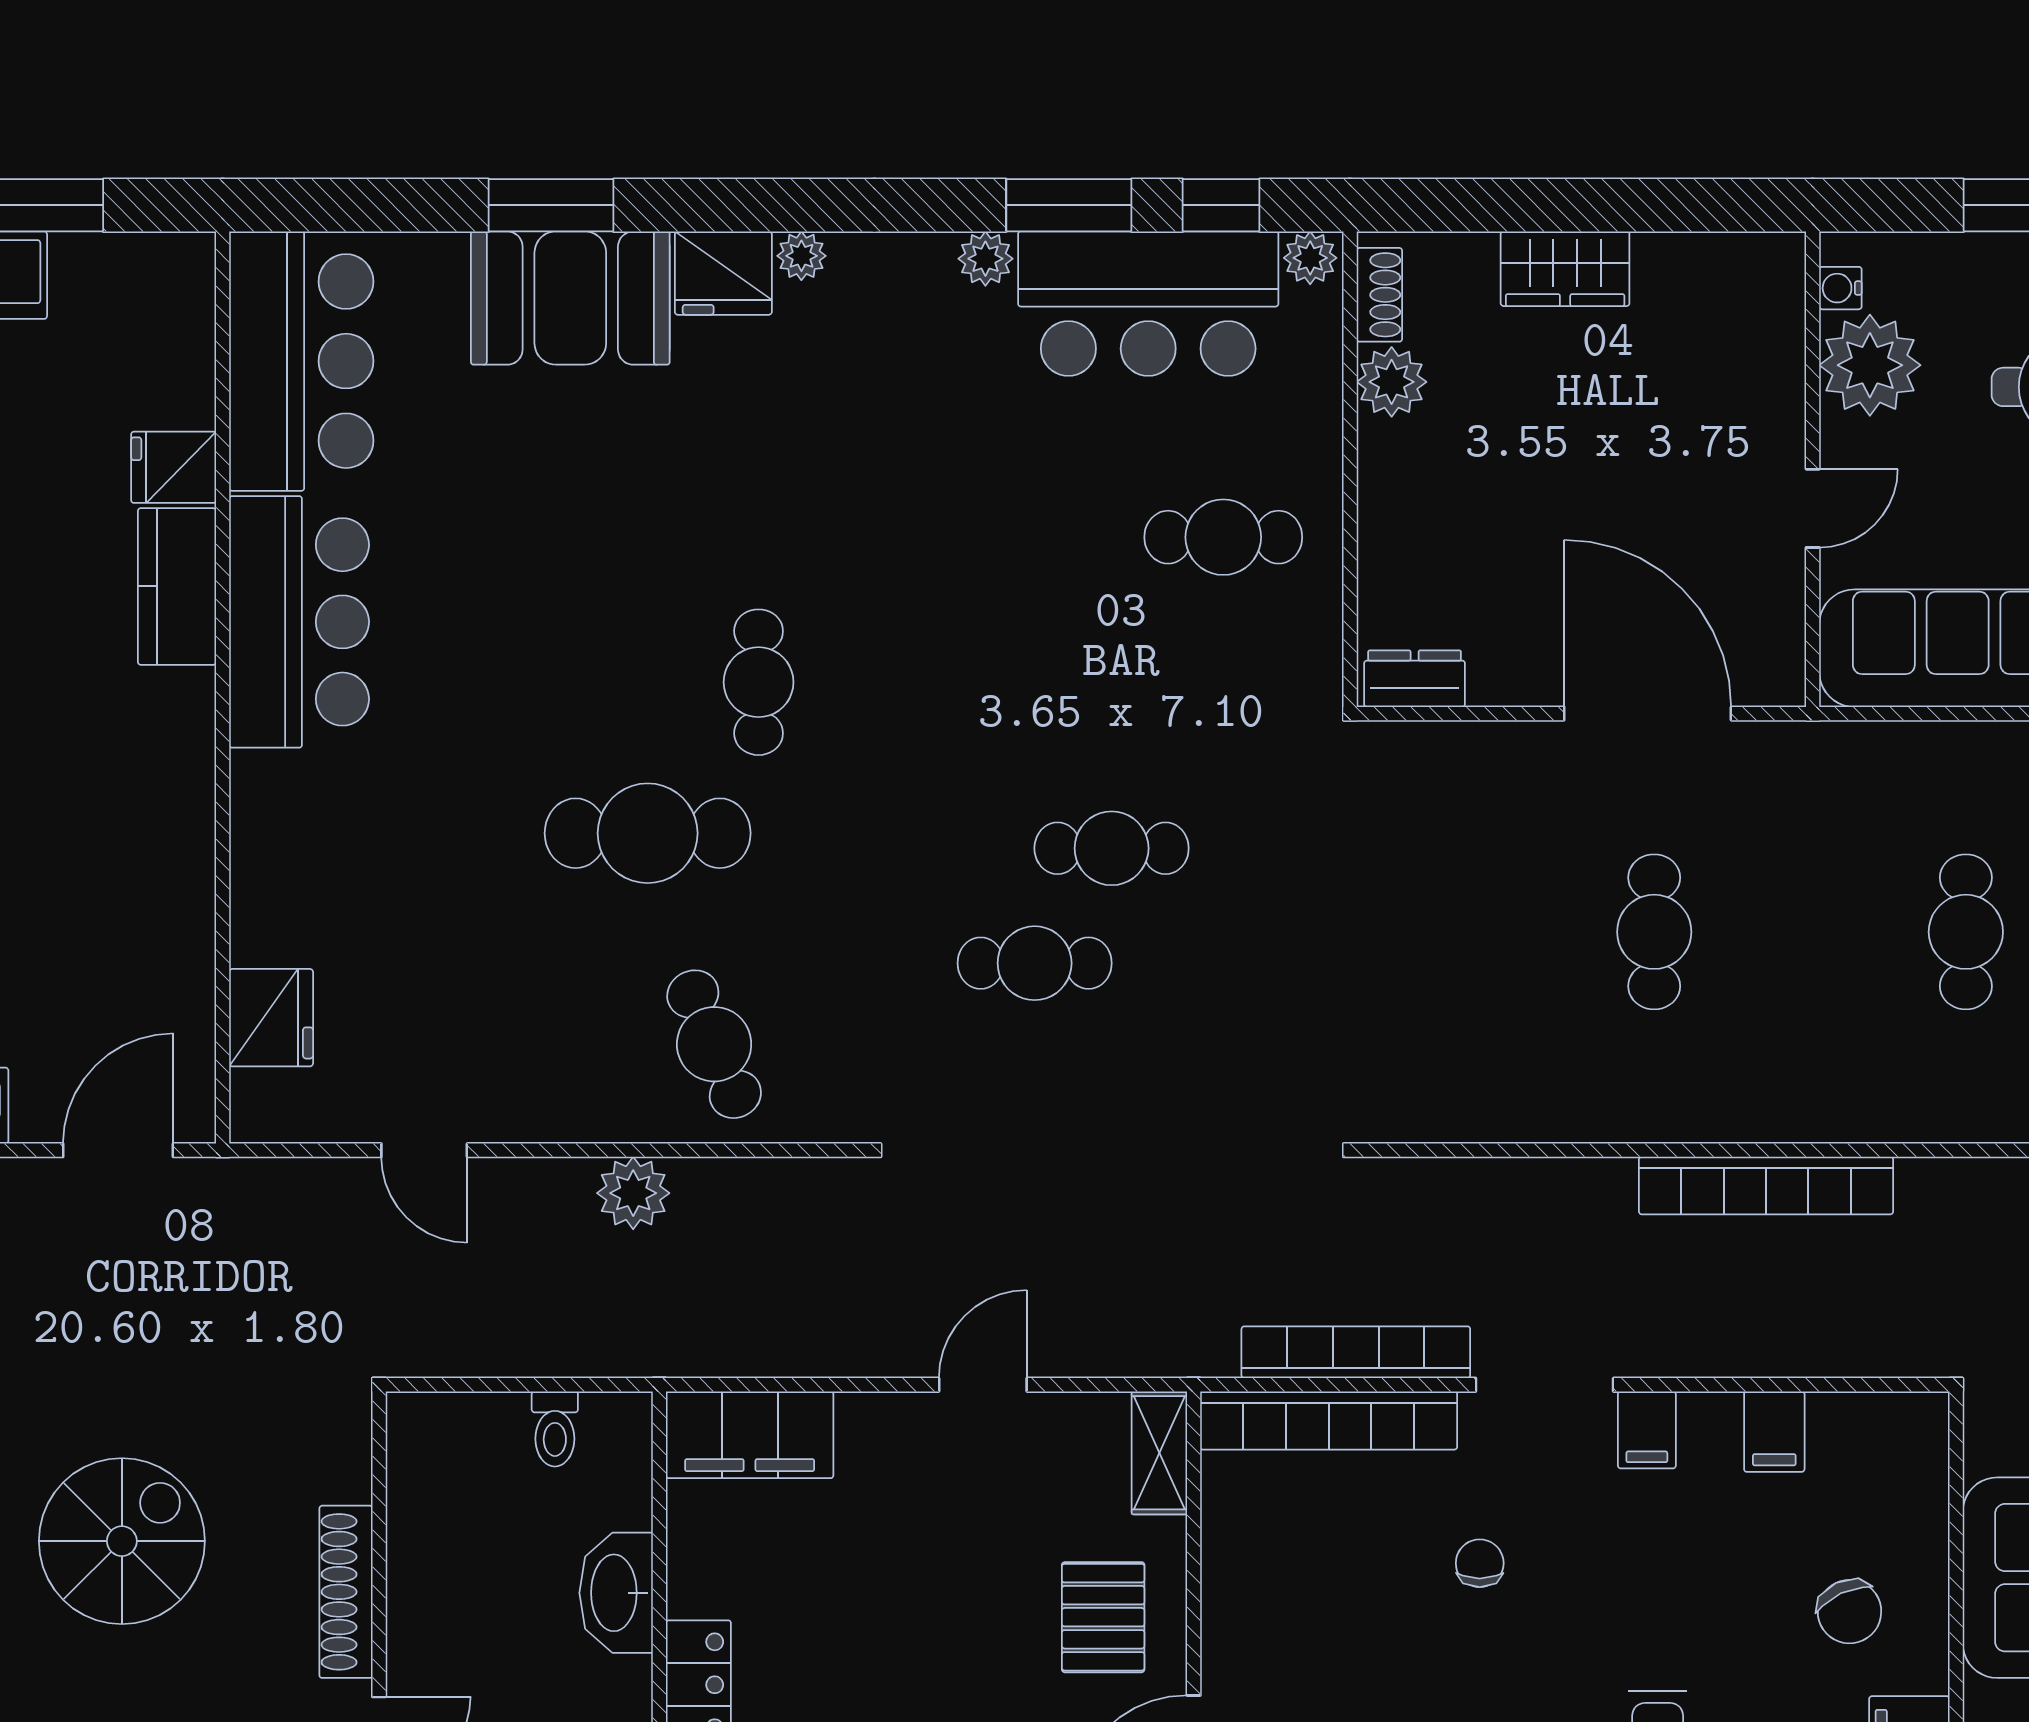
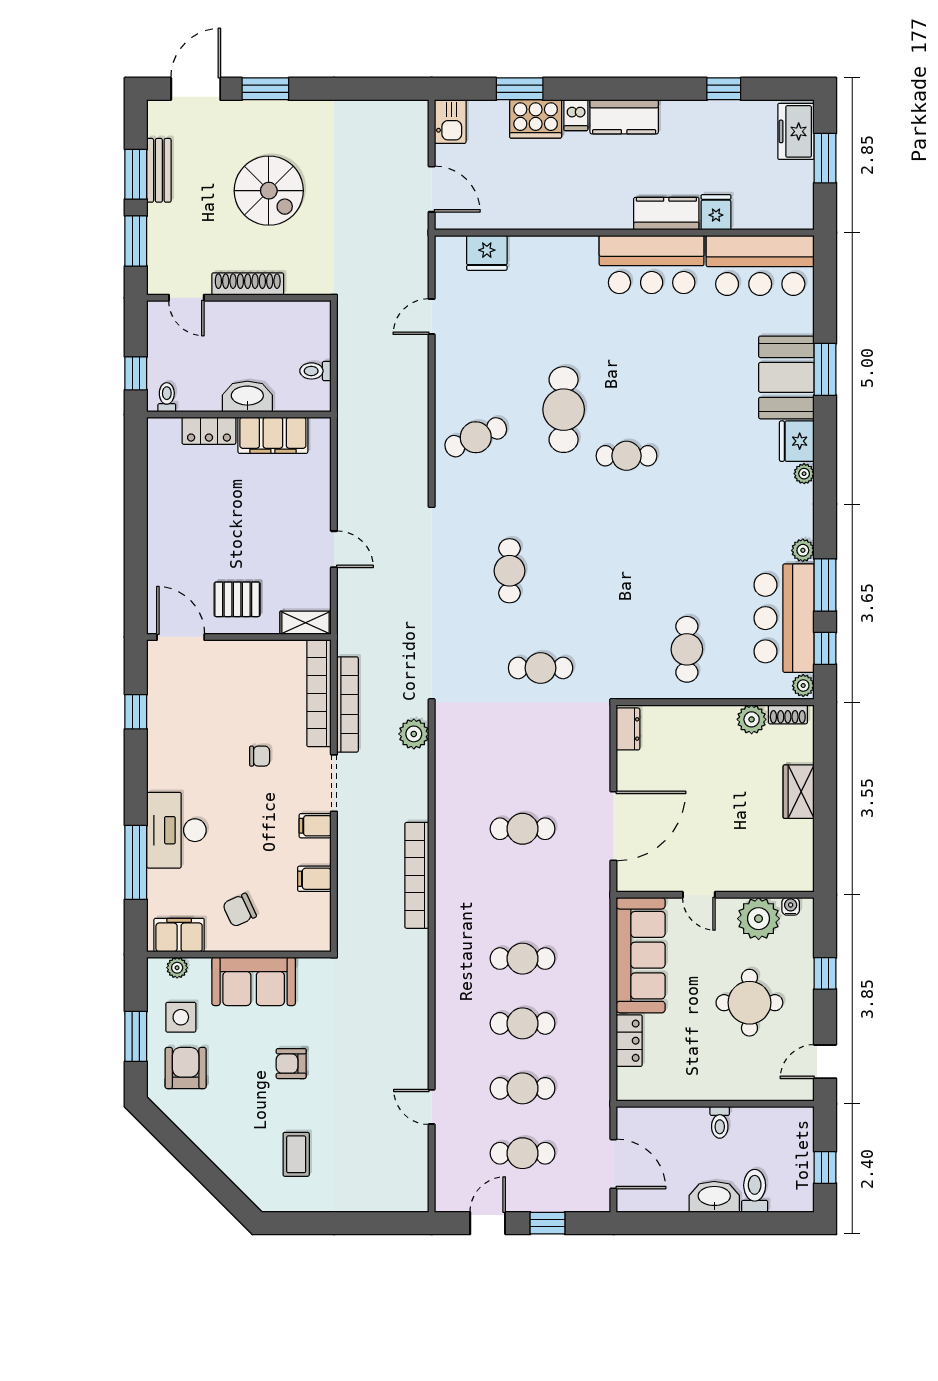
cafe table: (1112, 848) -> (541, 668), moved, turned 90
plant: (633, 1193) -> (414, 734), moved
filing cabinet: (750, 1435) -> (273, 435), moved, turned -90

